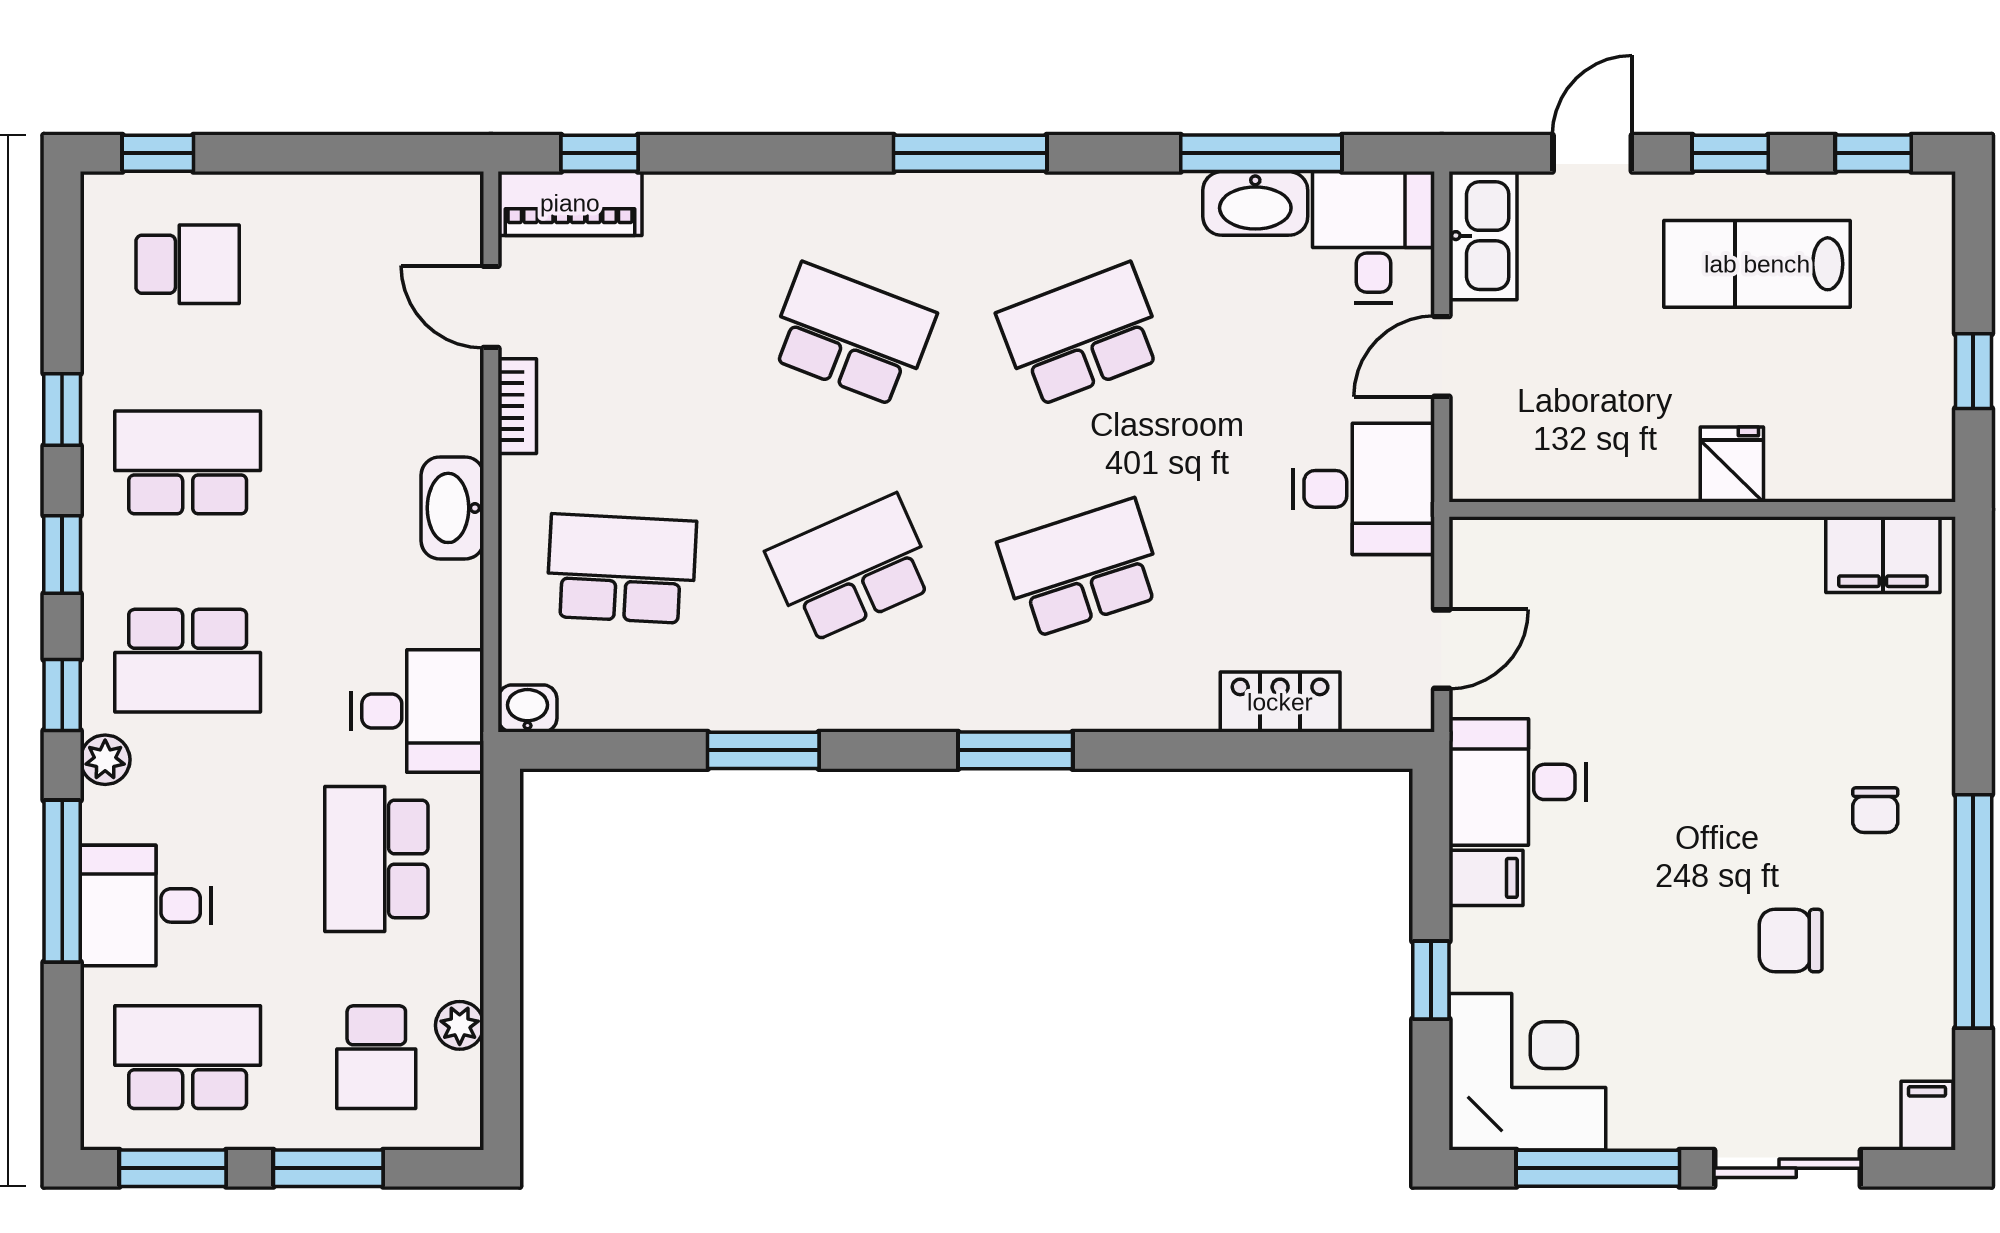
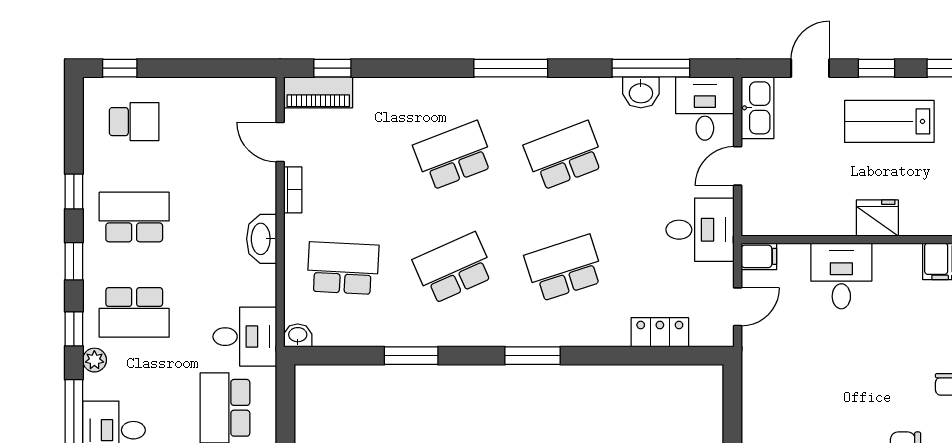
washbasin: (1255, 203) -> (641, 92), width x0.72
school desk: (851, 335) -> (454, 156), turned -42
fridge: (1732, 465) -> (877, 218), width x1.38
desk: (1517, 782) -> (841, 276), moved, turned 90
filing cabinet: (1486, 878) -> (759, 256), moved

